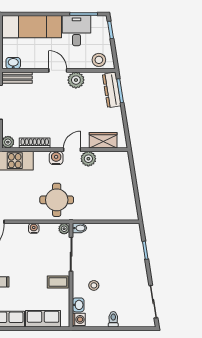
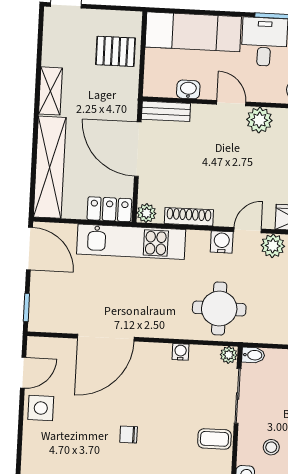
washbasin: (13, 63) -> (188, 89), moved

